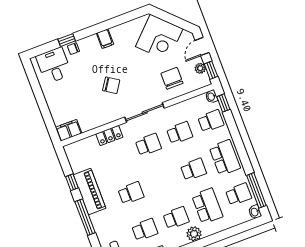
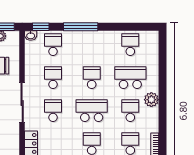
school desk: (225, 158) -> (92, 111), moved
window: (256, 190) -> (81, 27), moved
washbasin: (255, 212) -> (152, 36), removed

